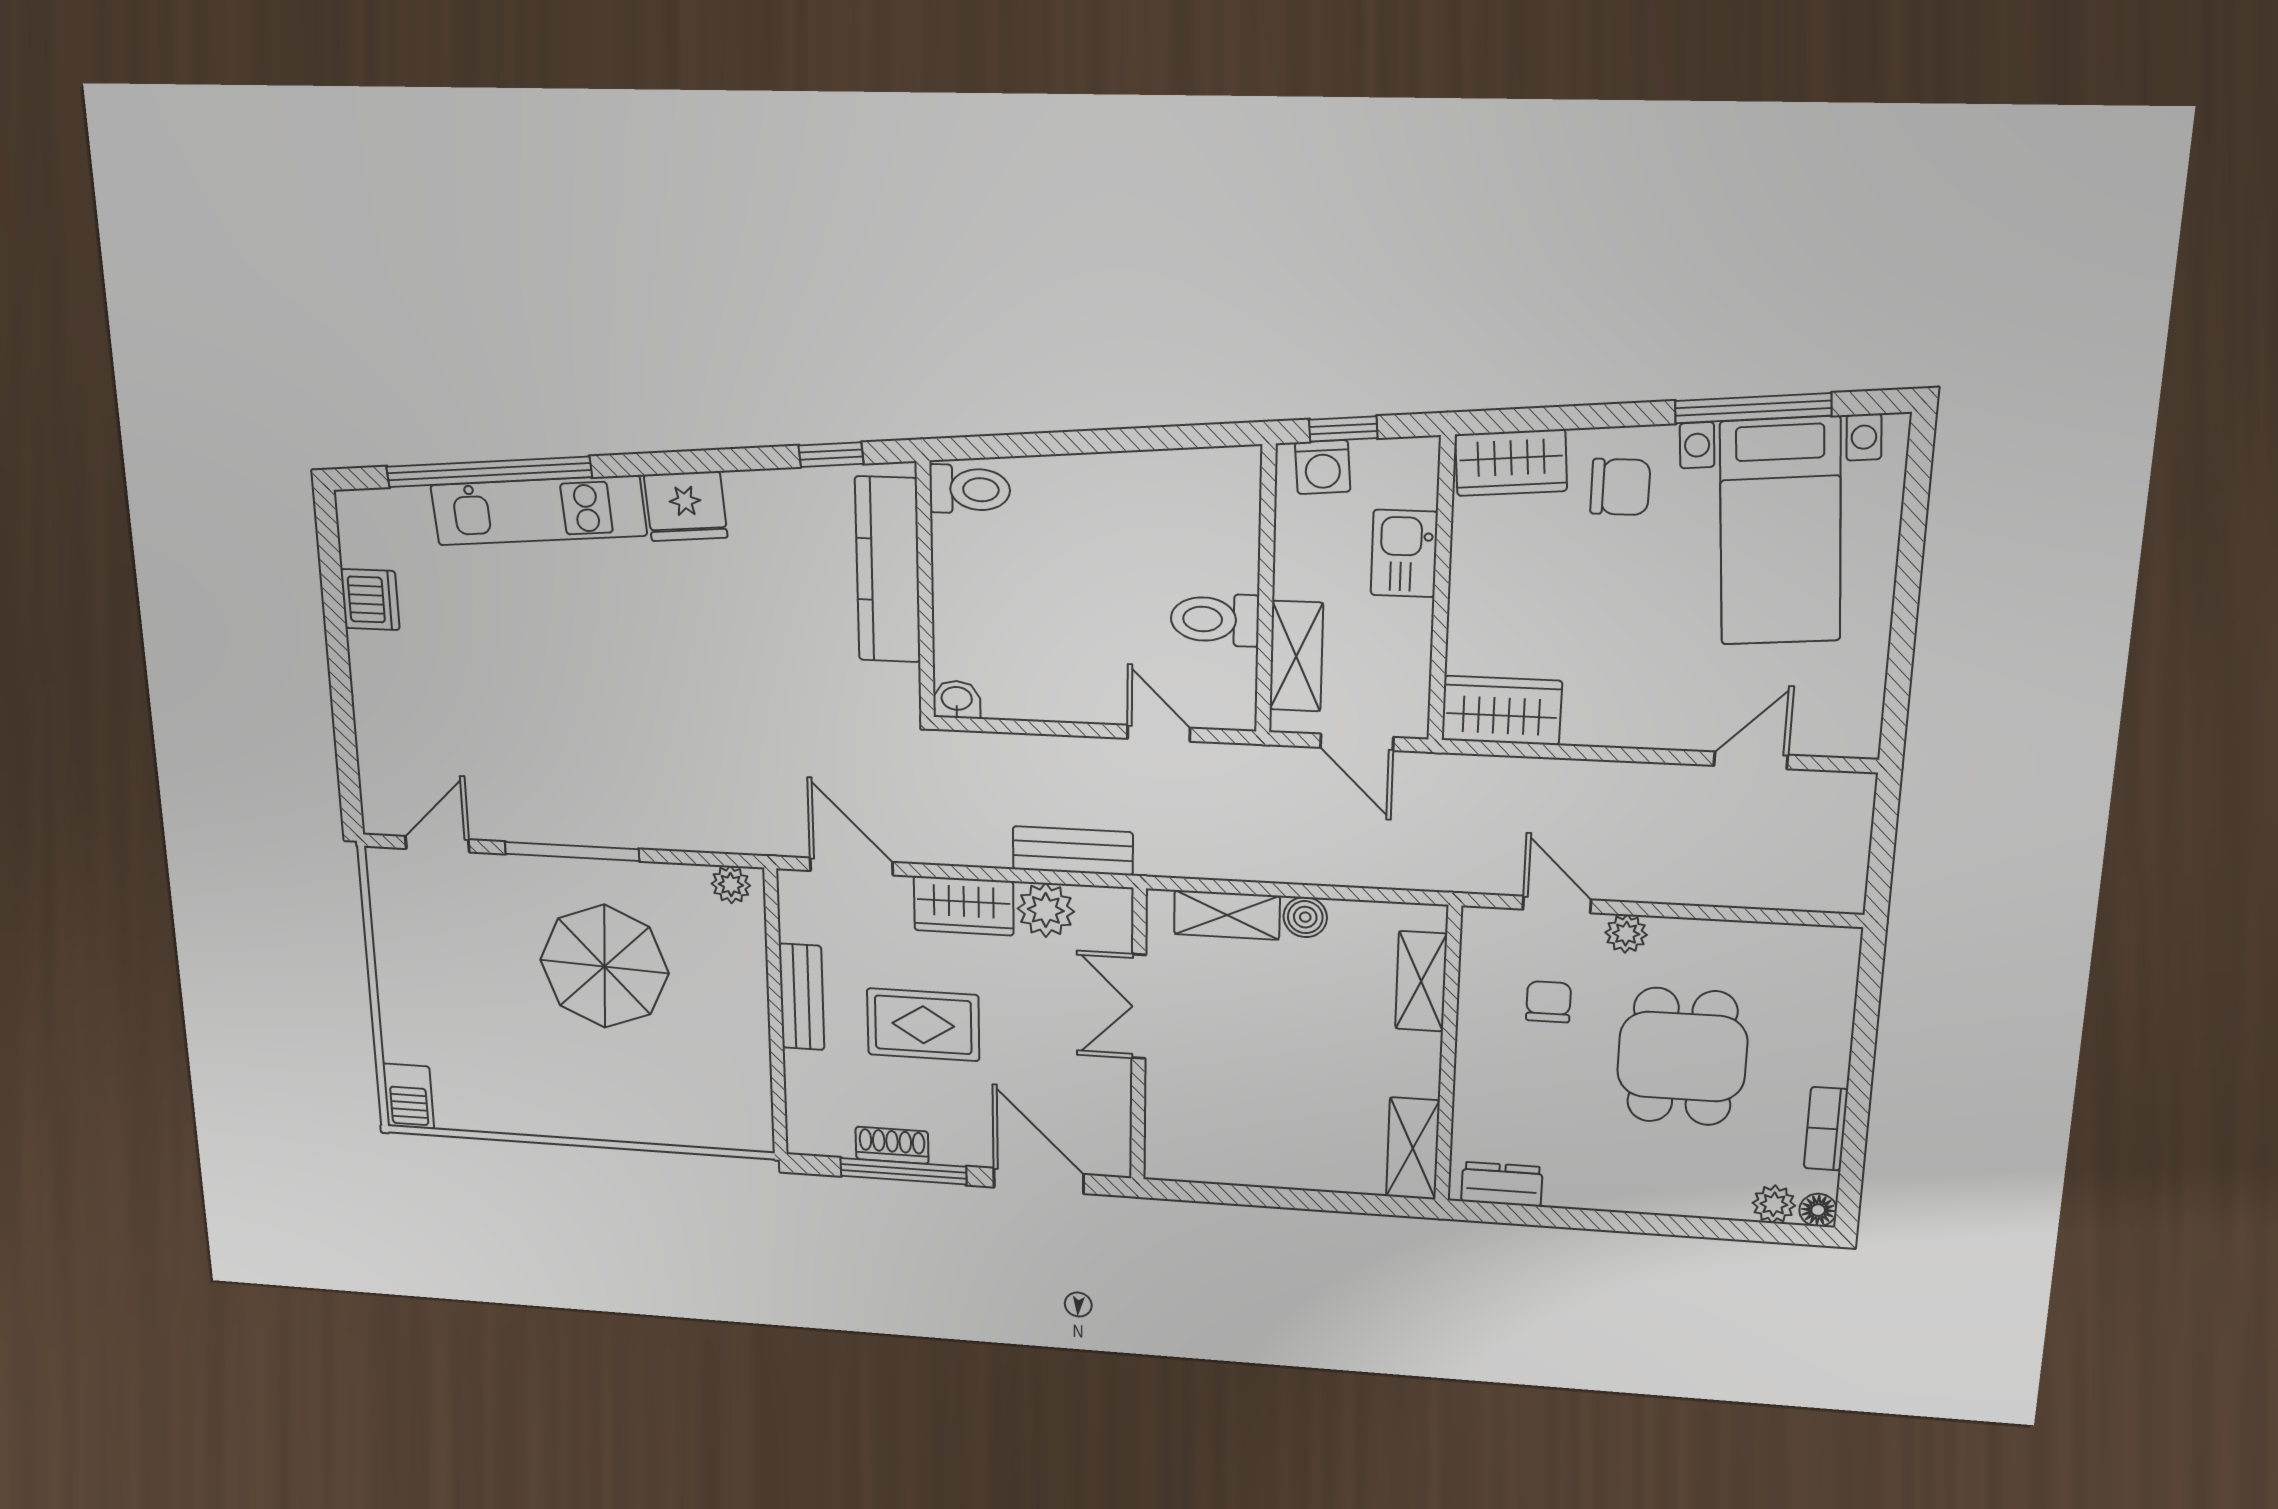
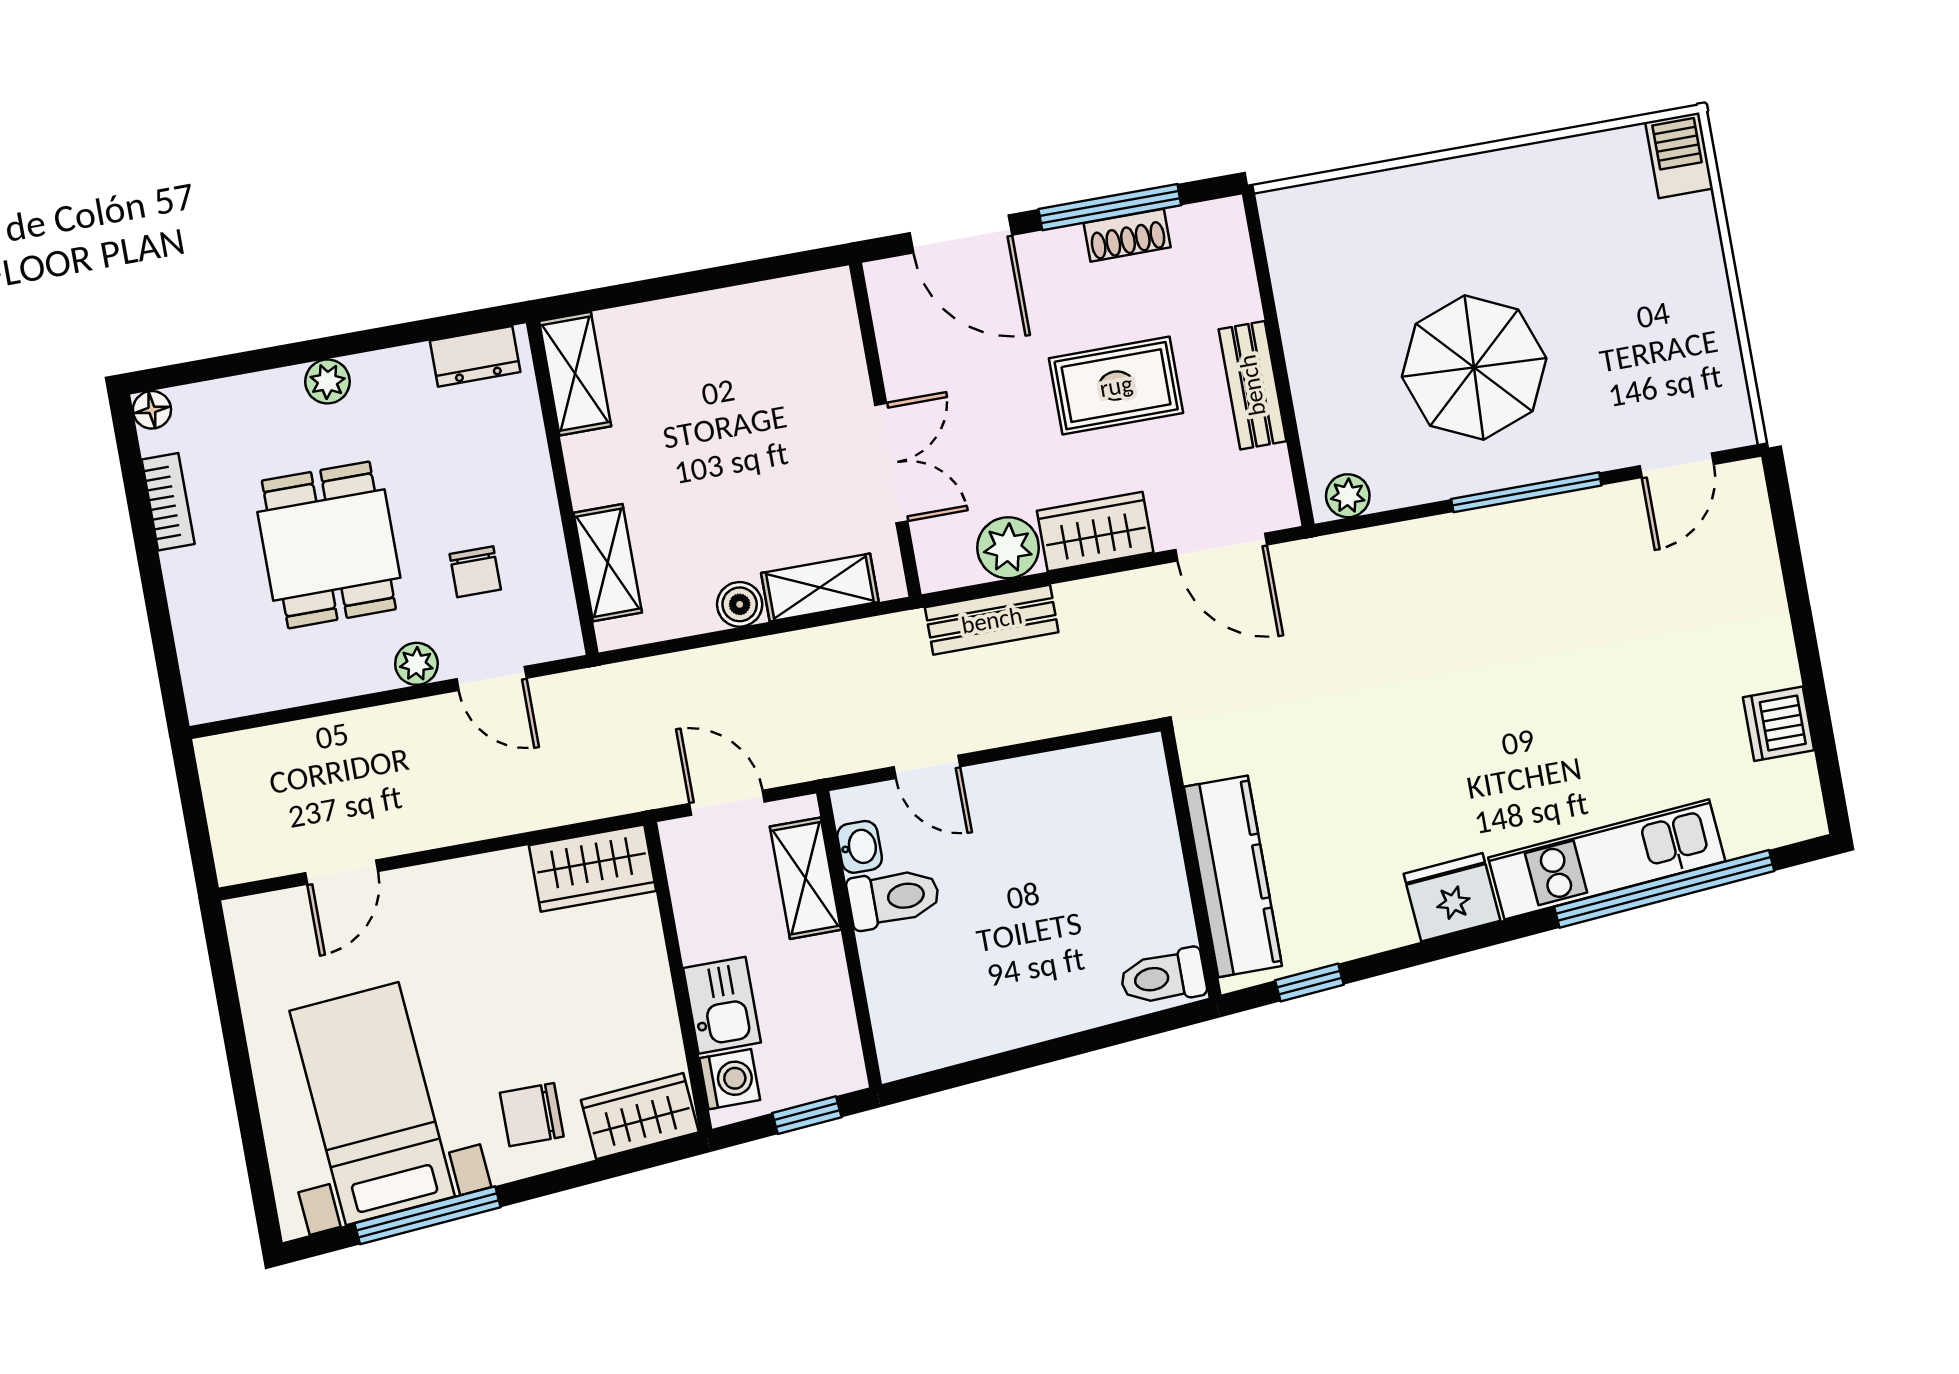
washing machine: (1323, 467) -> (730, 1079), moved, turned 95
washbasin: (957, 700) -> (860, 847), moved, turned -90
plant: (1774, 1204) -> (327, 381), moved

